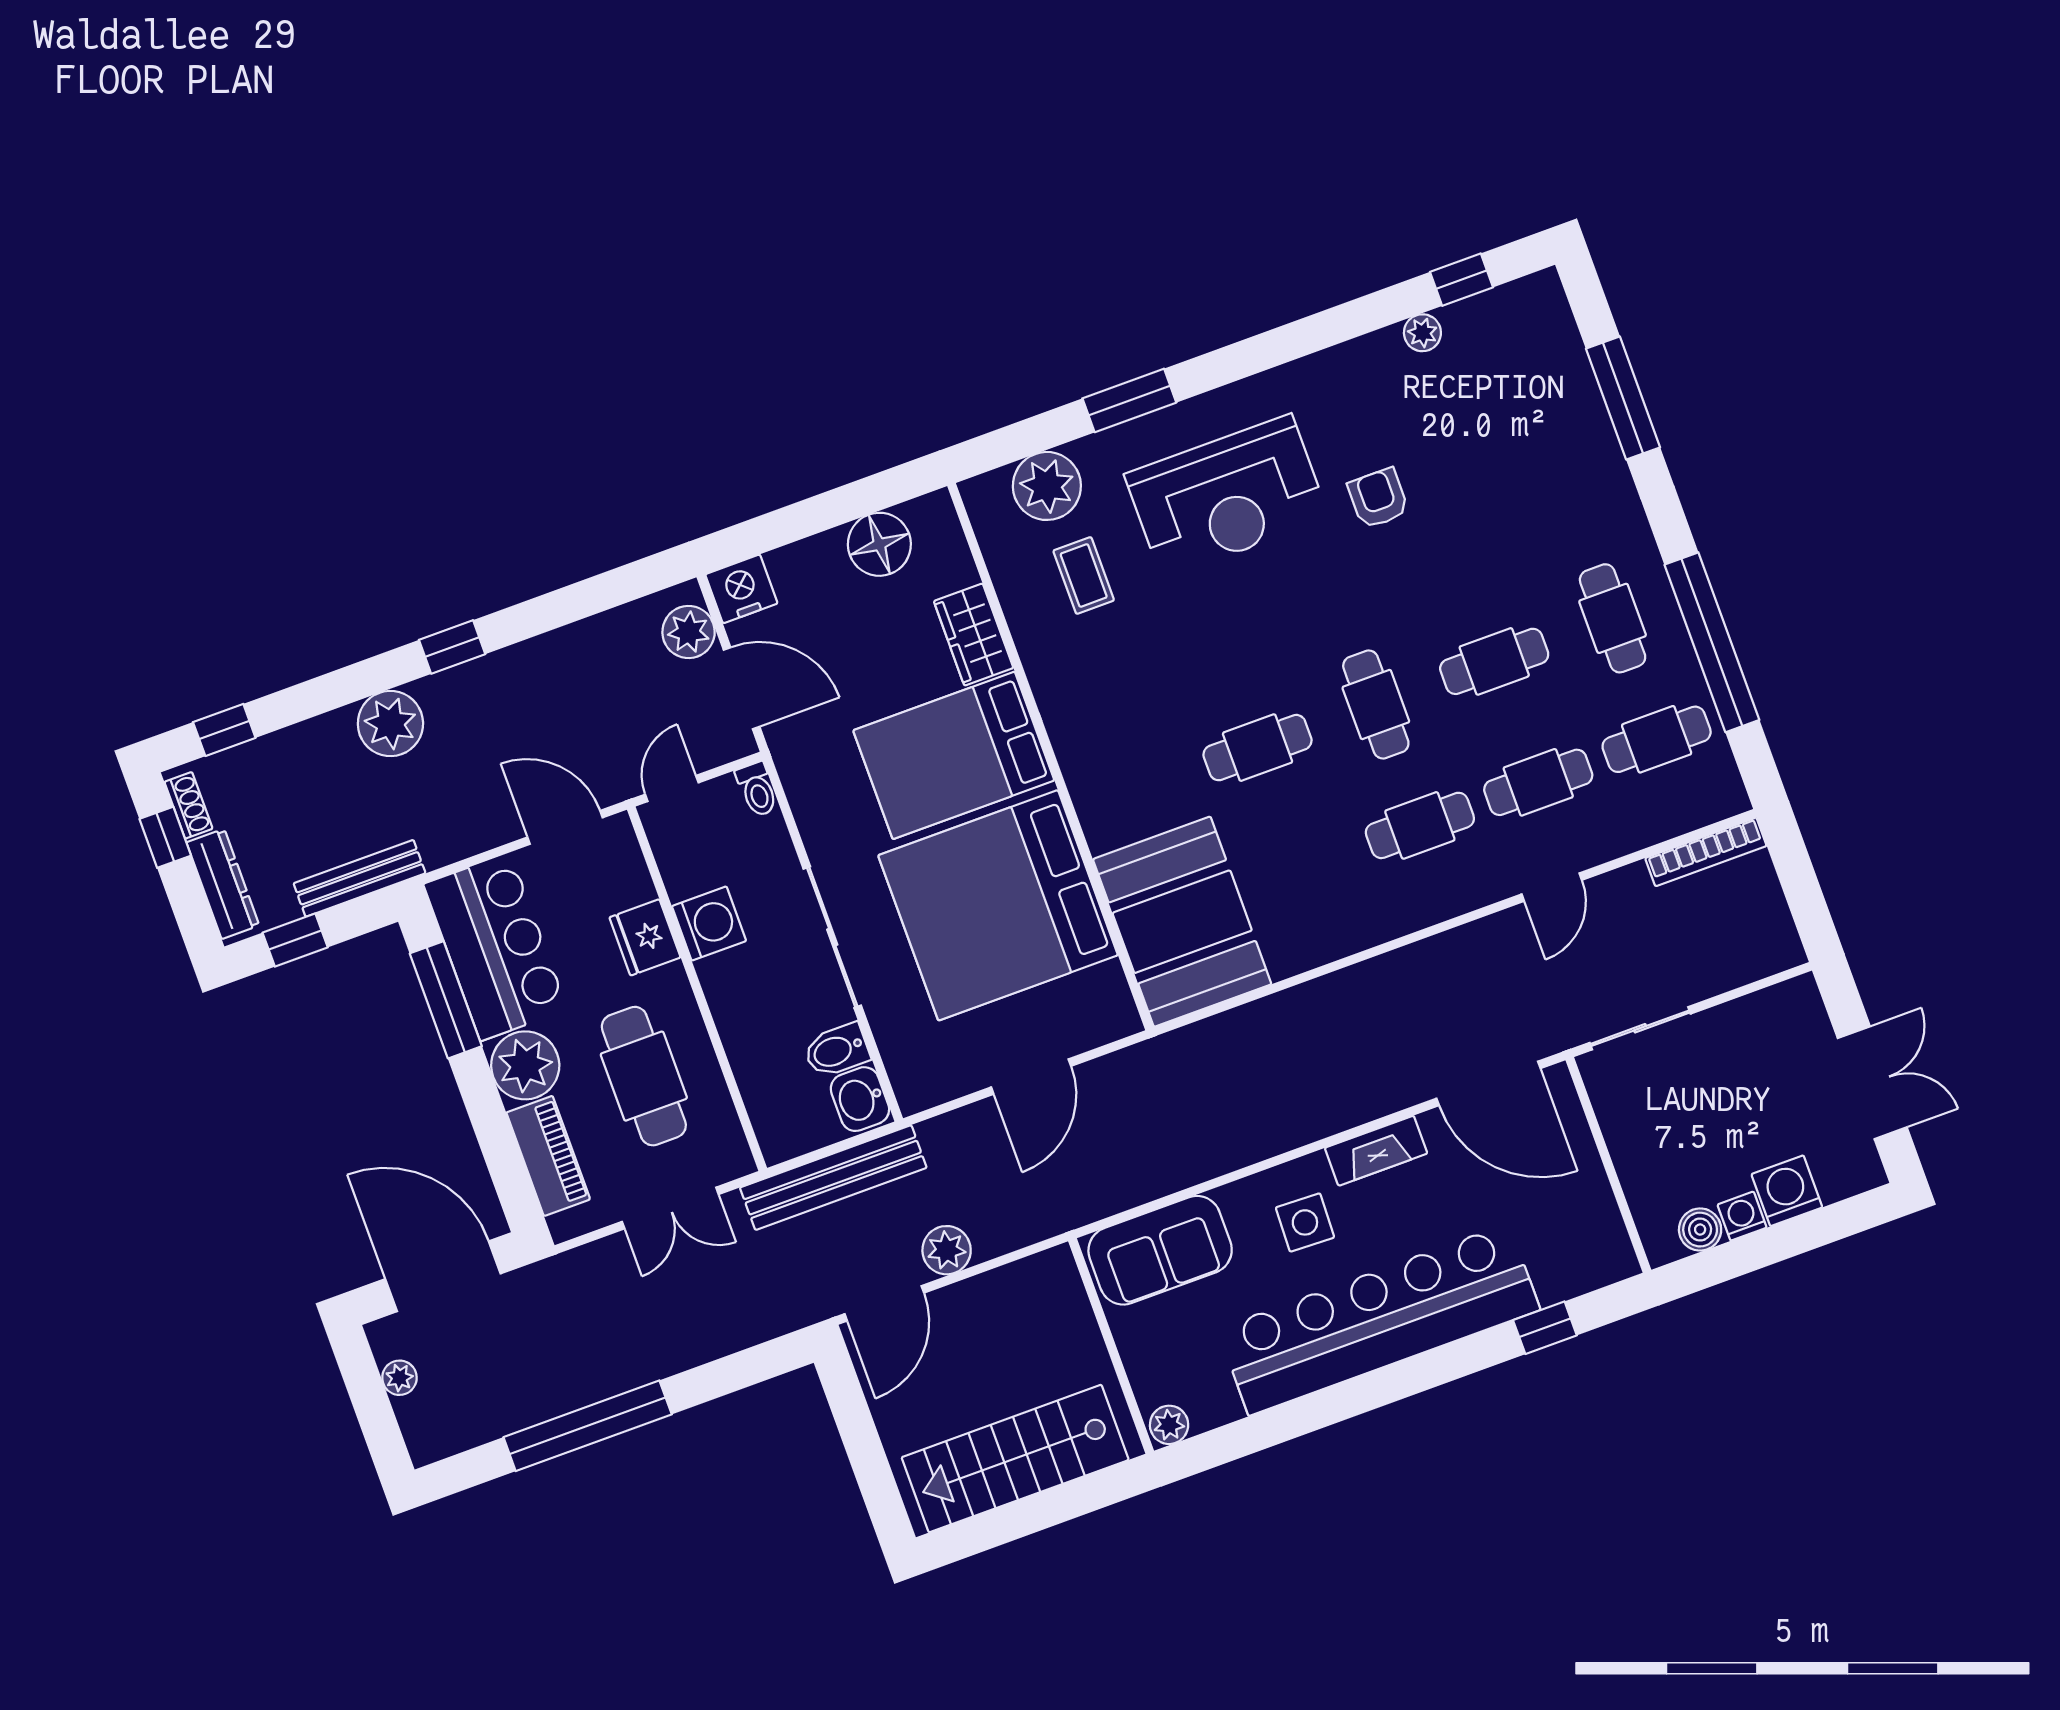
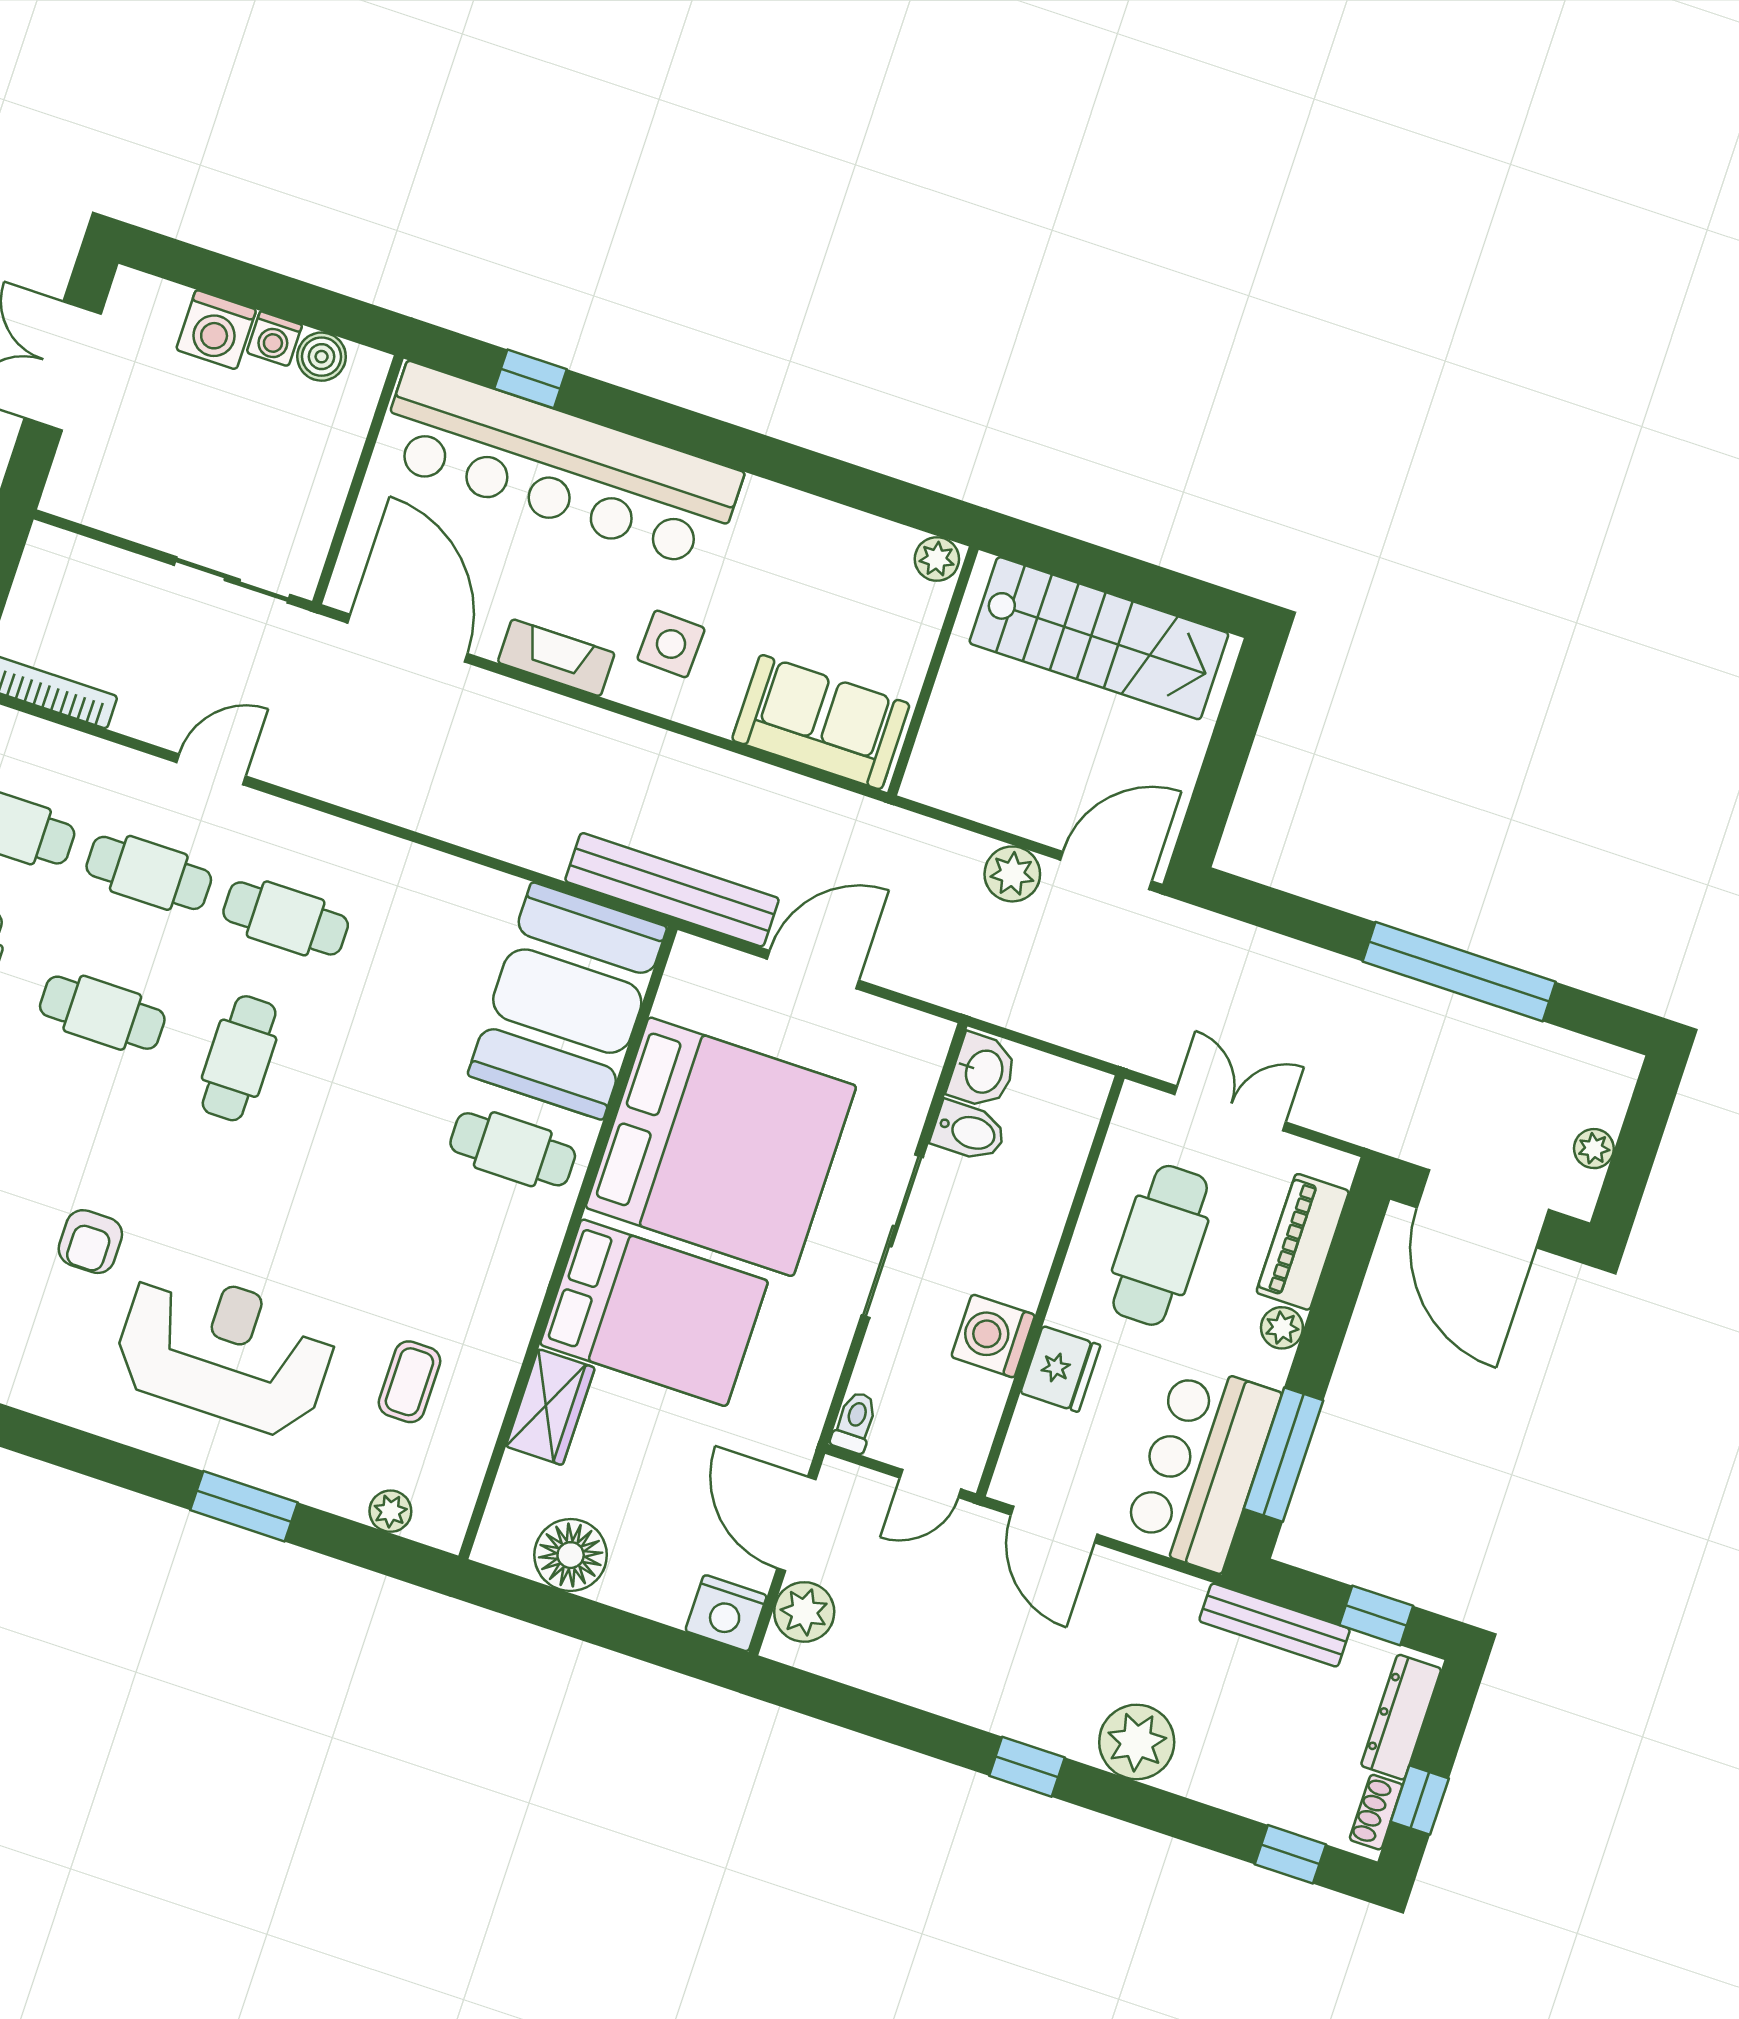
plant: (1047, 486) -> (390, 1511), width x0.53, depth x0.53
cafe table: (1258, 748) -> (513, 1149), moved
plant: (525, 1065) -> (1282, 1328), width x0.53, depth x0.53
bench: (833, 1178) -> (672, 890), moved
bar counter: (1379, 1319) -> (559, 466), moved

